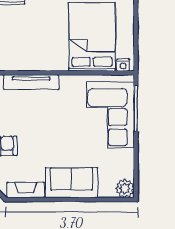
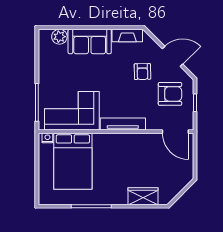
corner sofa: (110, 115) -> (72, 111), moved, turned -90
plant: (125, 189) -> (59, 37), moved

